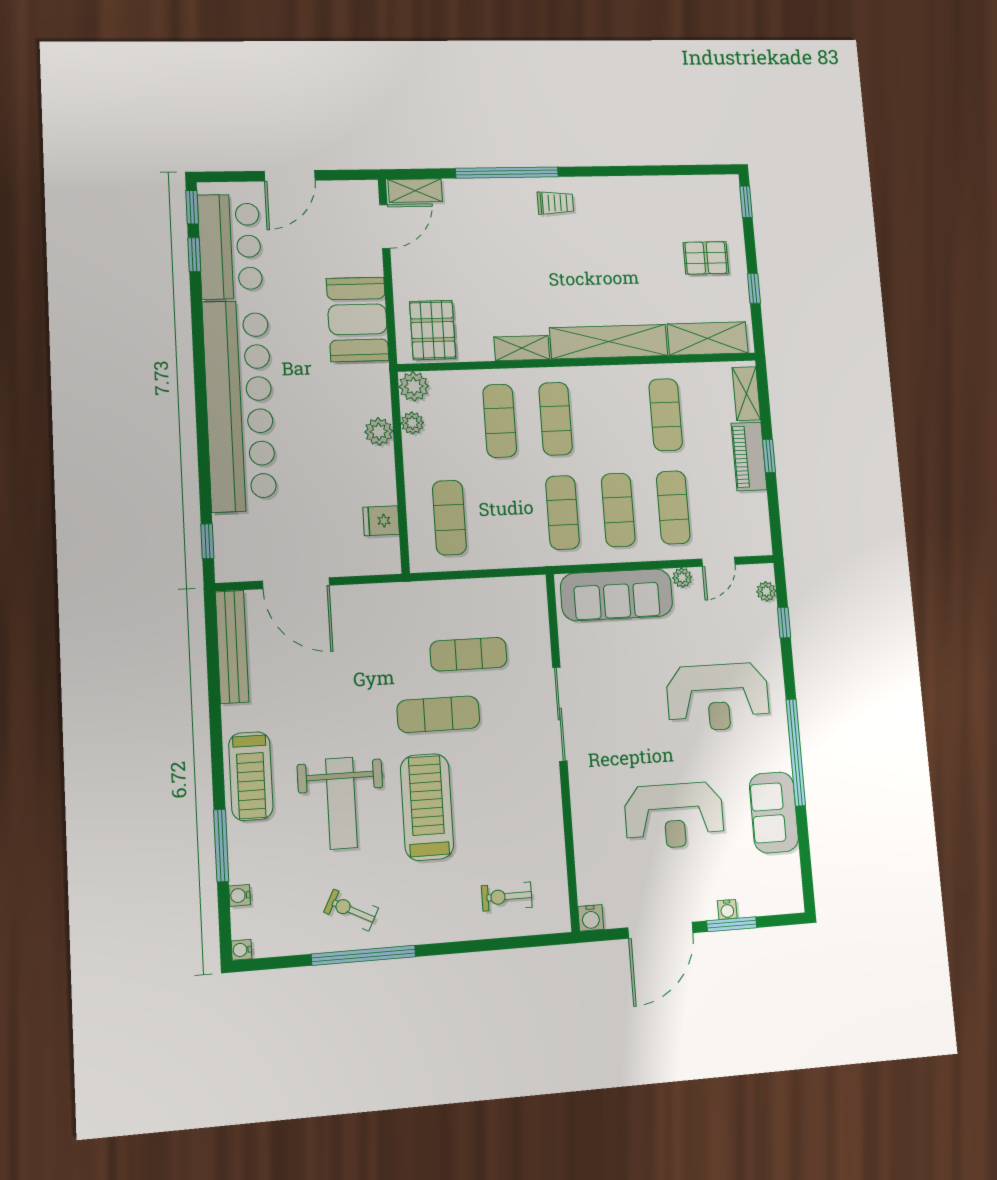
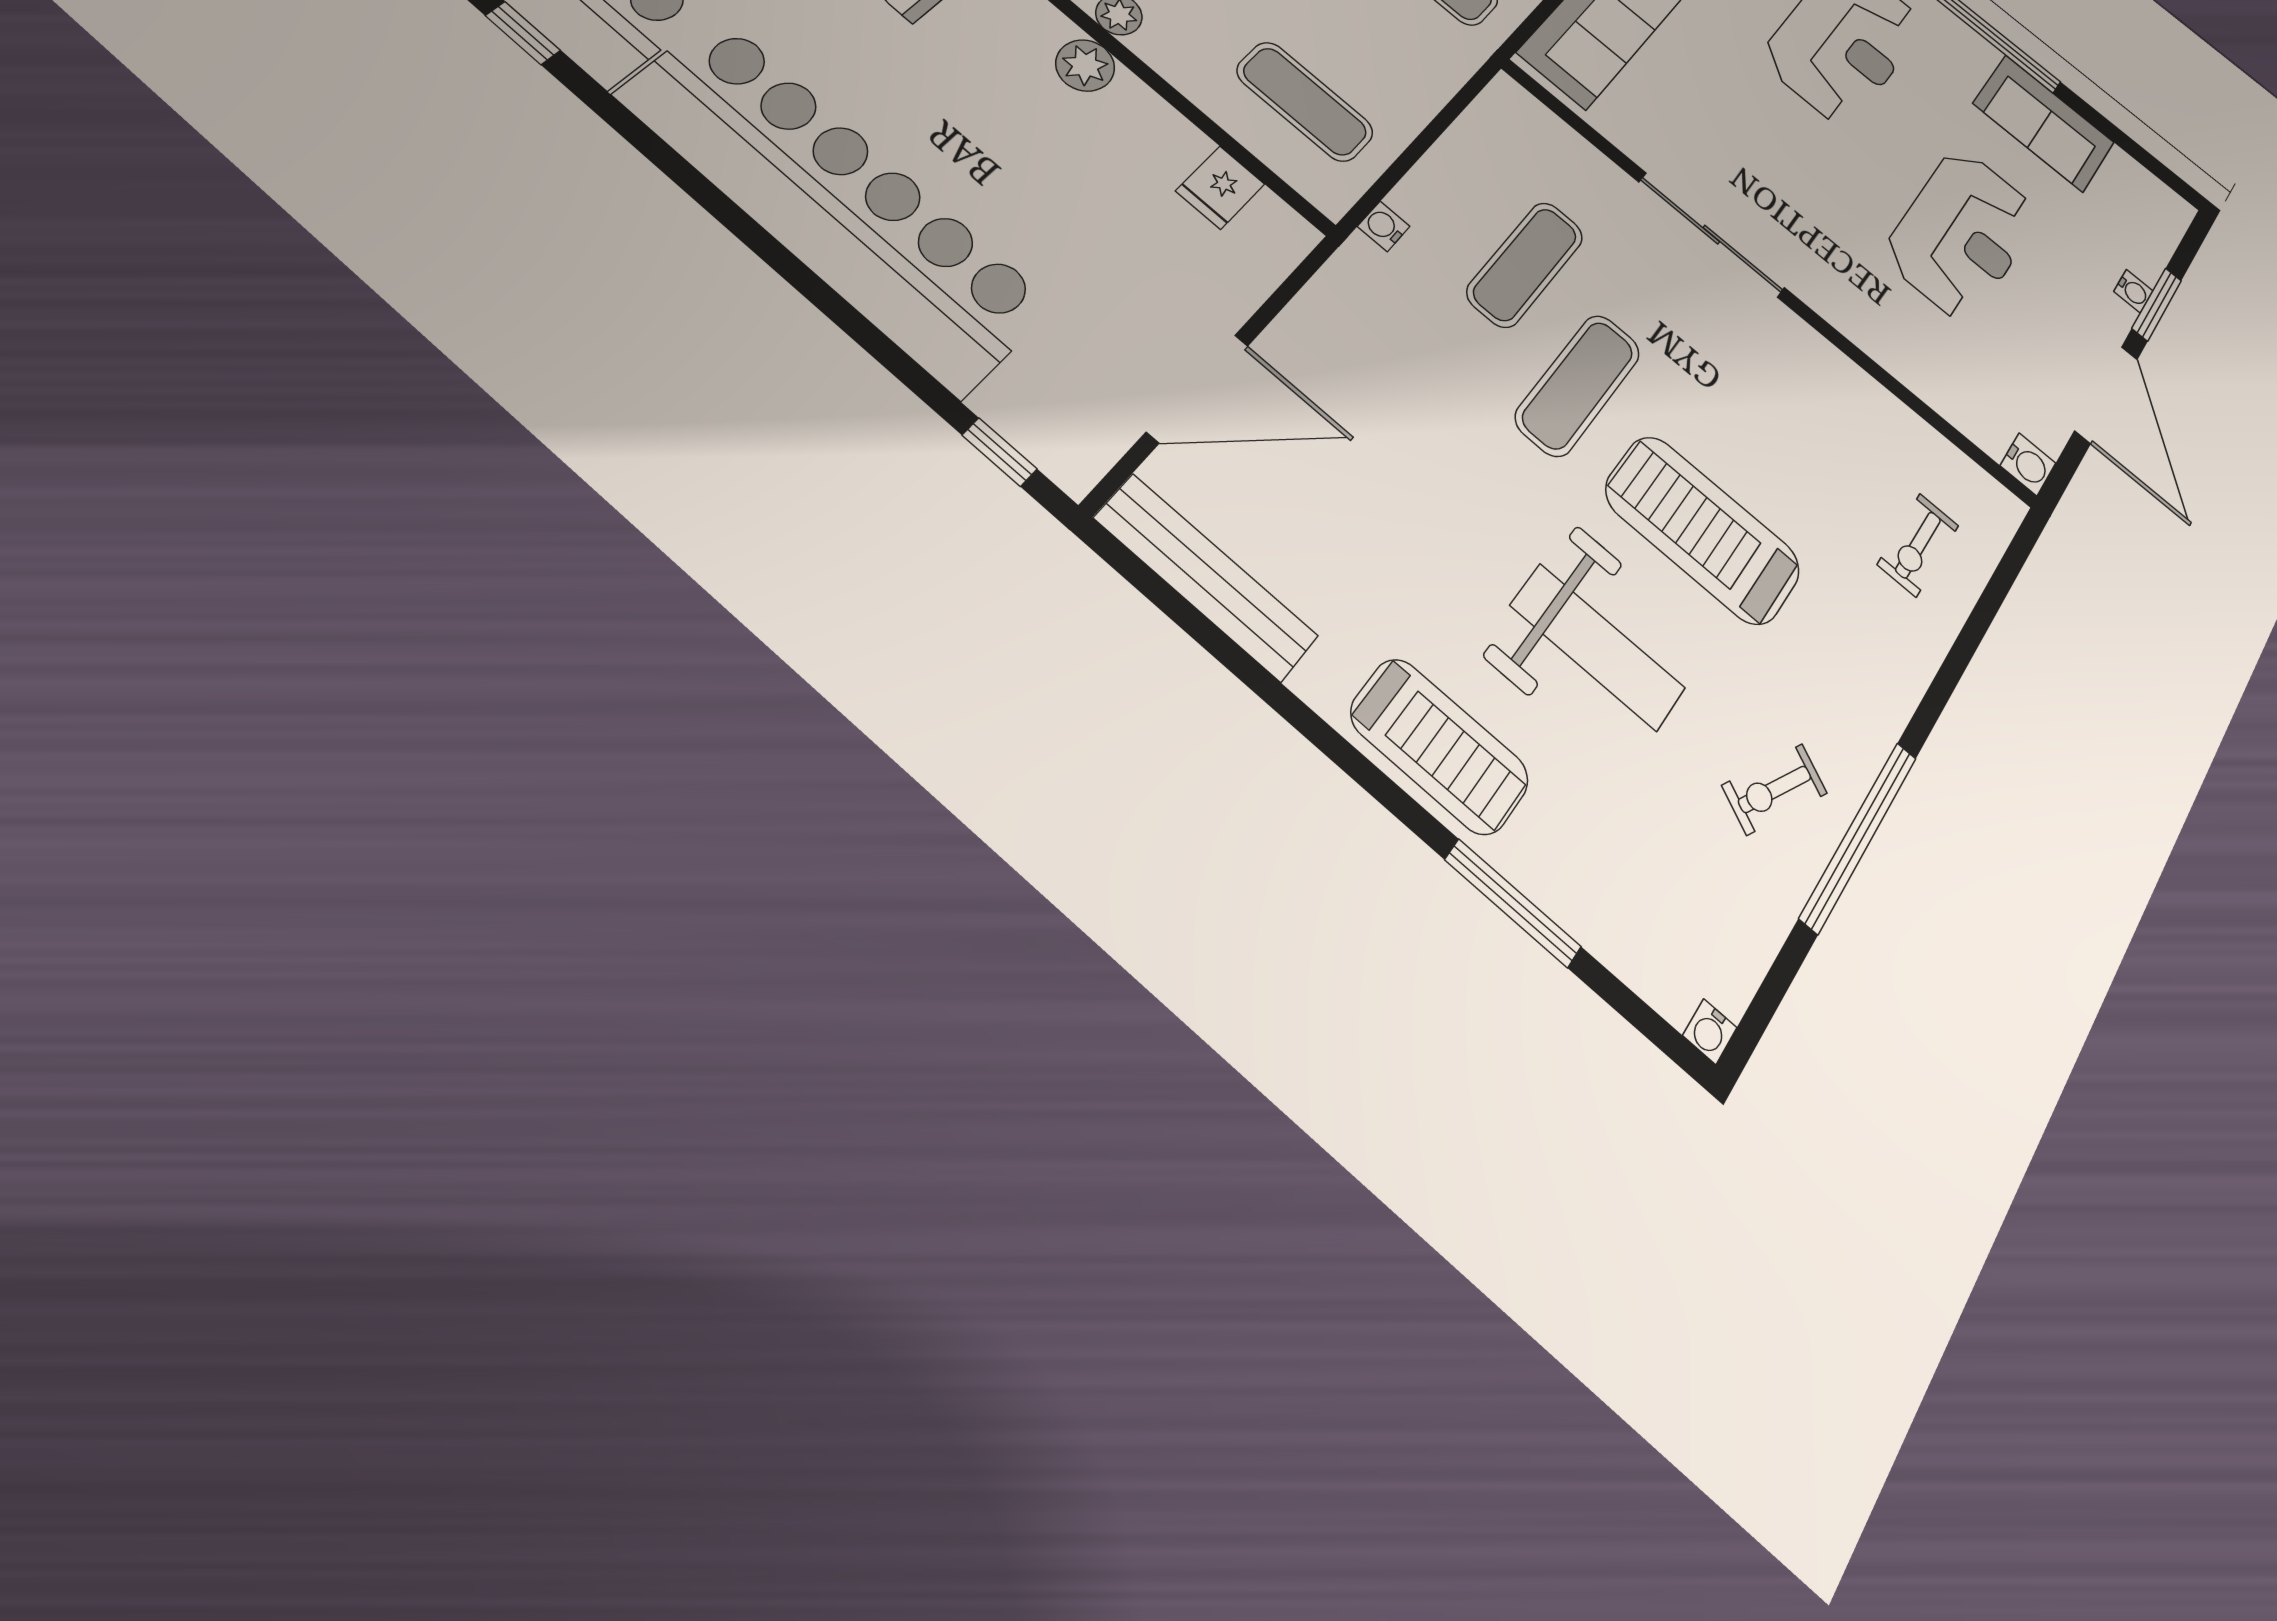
water cooler: (240, 895) -> (1384, 226), moved, turned 90

